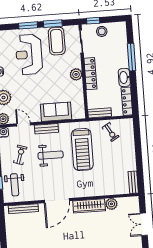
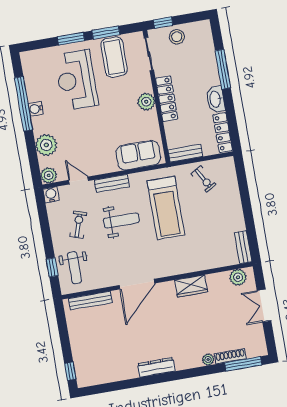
sofa: (56, 112) -> (138, 155), moved
plant: (111, 204) -> (238, 277), moved
wardrobe: (89, 206) -> (191, 286), width x0.67

